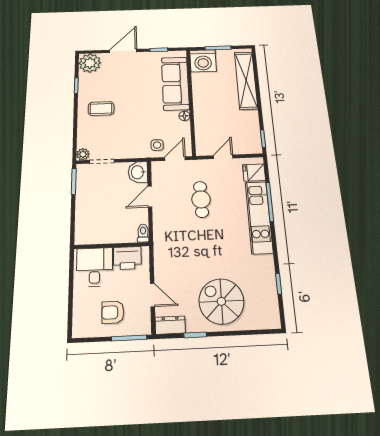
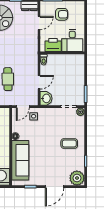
door: (152, 295) -> (39, 23), swing flipped

